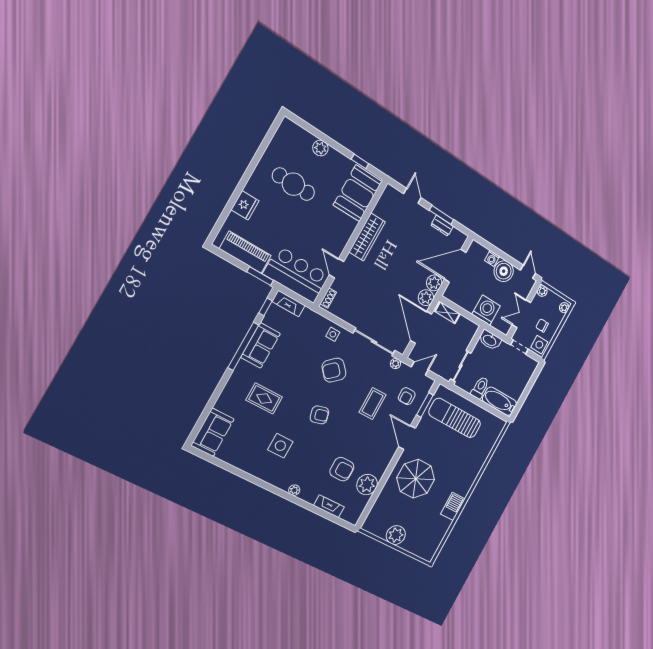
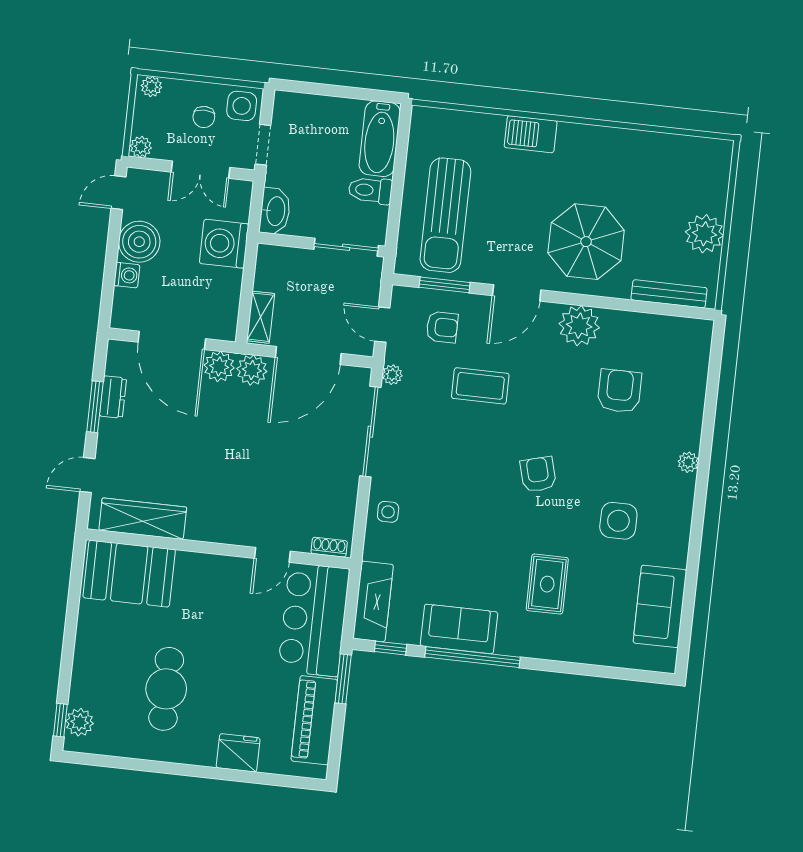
plant: (320, 148) -> (80, 722), moved
window: (360, 161) -> (60, 720), moved
wardrobe: (367, 237) -> (143, 519), moved
fireplace: (289, 304) -> (373, 601), width x1.37, depth x1.32
armchair: (334, 370) -> (449, 483), removed
sofa: (213, 432) -> (660, 606), moved, turned -90
plant: (367, 485) -> (579, 326), moved
fireplace: (329, 506) -> (695, 386), removed
barbecue: (453, 506) -> (531, 134), moved
bench: (376, 509) -> (669, 294), added

